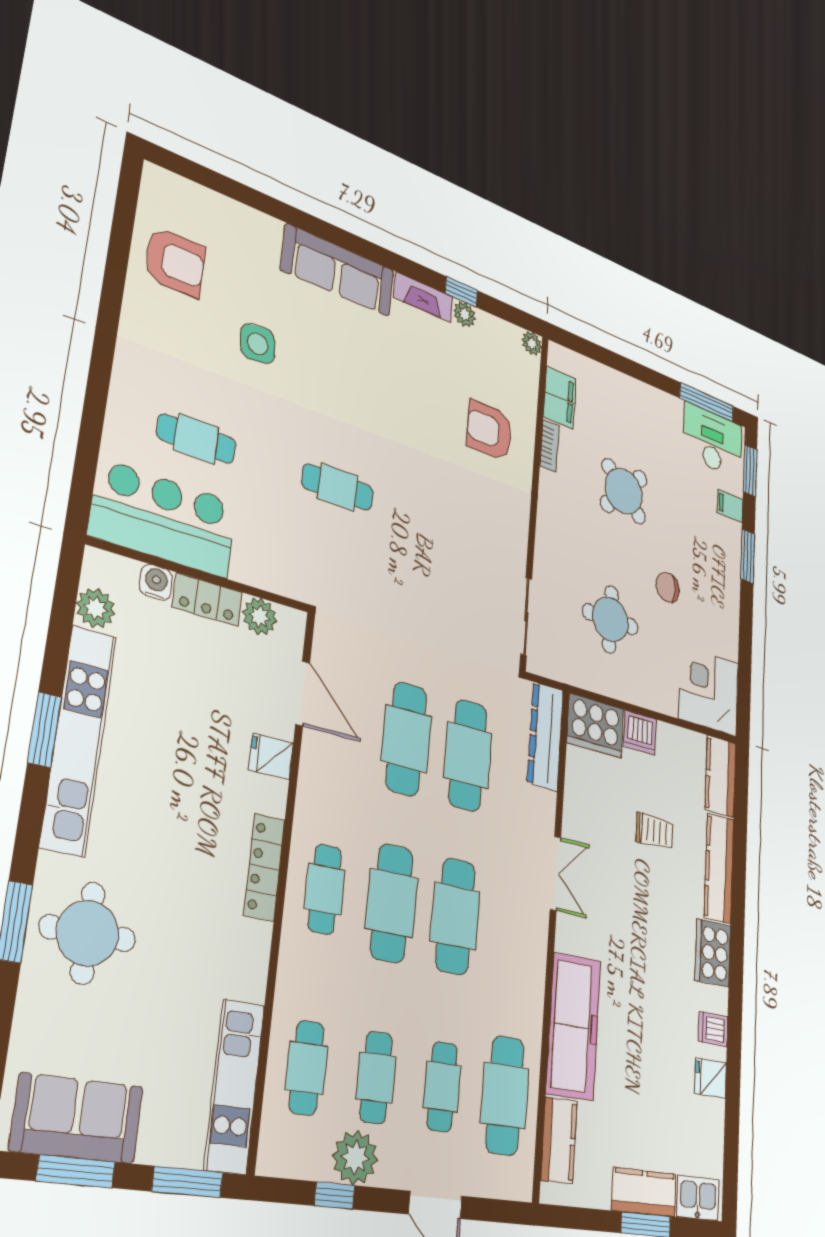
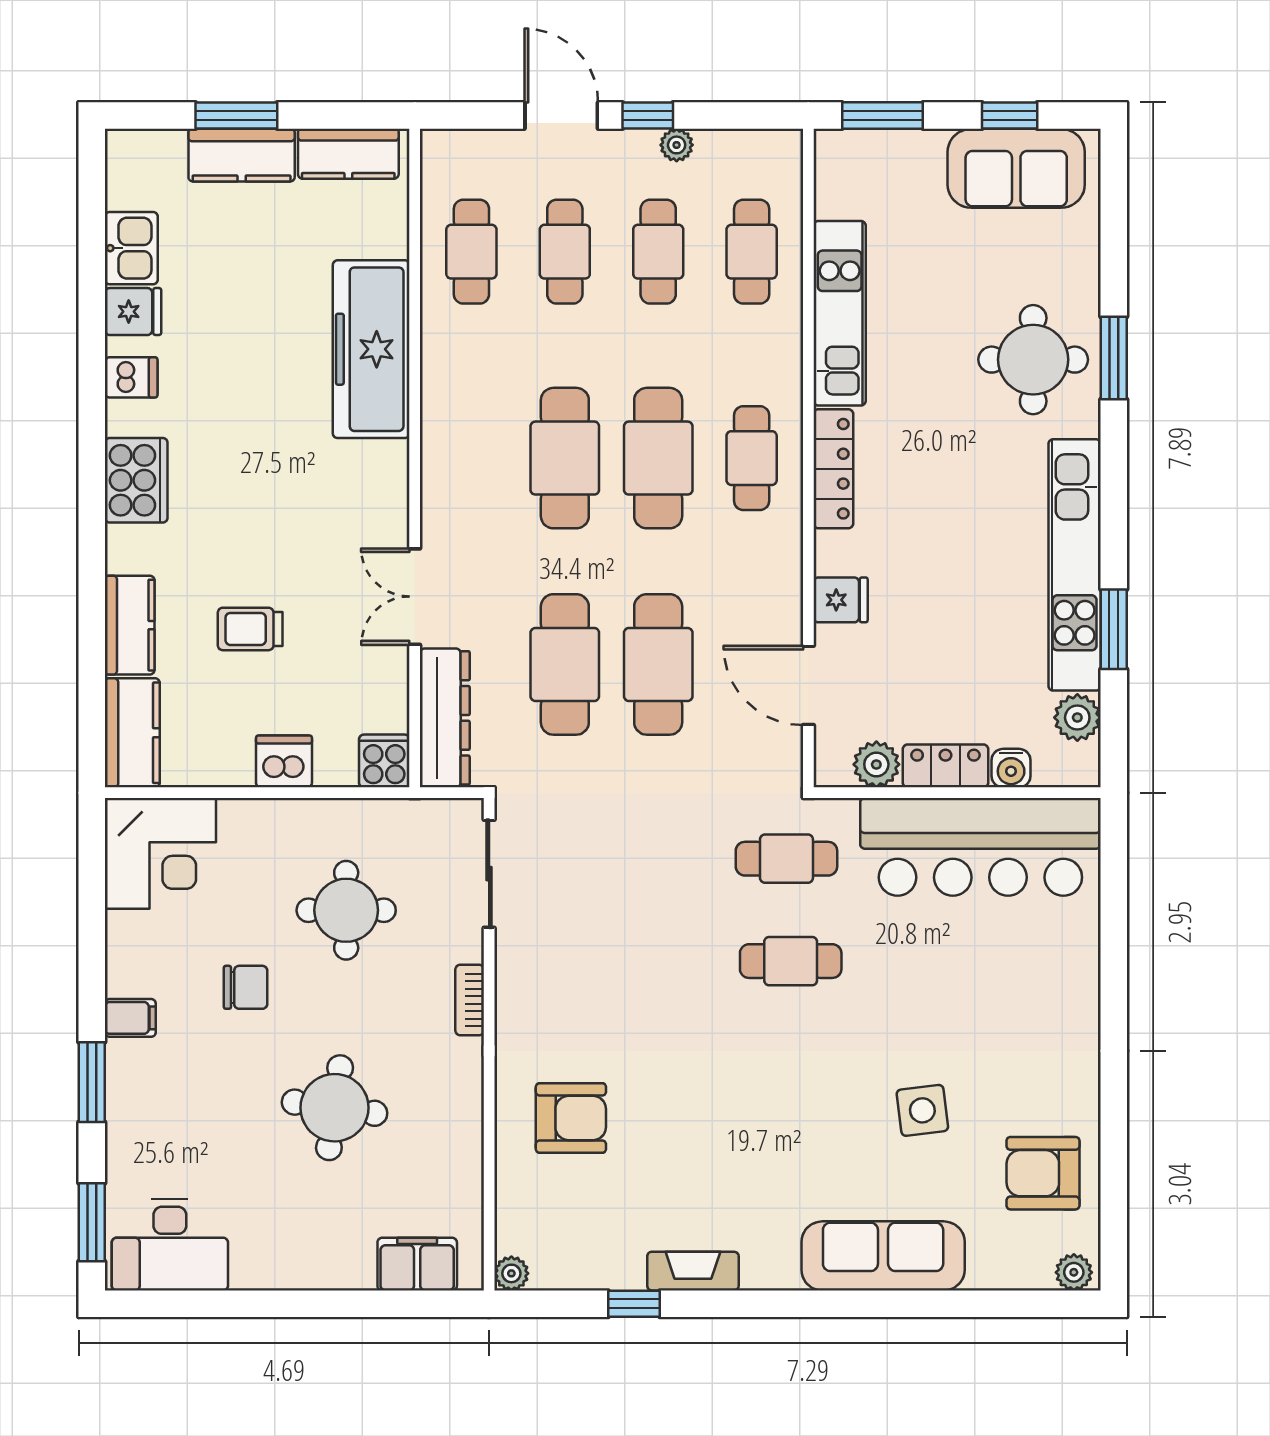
sofa: (338, 270) -> (883, 1256), moved
plant: (465, 314) -> (1074, 1272), moved
filing cabinet: (560, 398) -> (417, 1264), moved, turned 90
window: (707, 402) -> (184, 1304), removed
cafe table: (196, 439) -> (786, 859), moved
bookcase: (549, 446) -> (470, 1000), moved
round table: (624, 491) -> (335, 1108), turned -36
filing cabinet: (730, 506) -> (130, 1018), moved
bar counter: (164, 519) -> (980, 847), width x1.36
cooker: (595, 726) -> (384, 761), width x0.53, depth x0.76
window: (45, 730) -> (1114, 629), moved
kitchen counter: (719, 868) -> (130, 625), width x0.67
double door: (555, 873) -> (415, 597), moved
kitchen unit: (234, 1086) -> (840, 313), moved
cafe table: (505, 1095) -> (471, 252), width x0.73, depth x0.74
kitchen counter: (559, 1140) -> (348, 154), moved, turned -90
plant: (355, 1158) -> (677, 145), width x0.53, depth x0.53
window: (76, 1171) -> (1010, 116), width x0.67
window: (335, 1196) -> (648, 116), moved
kitchen sink: (698, 1198) -> (131, 248), moved, turned -90

